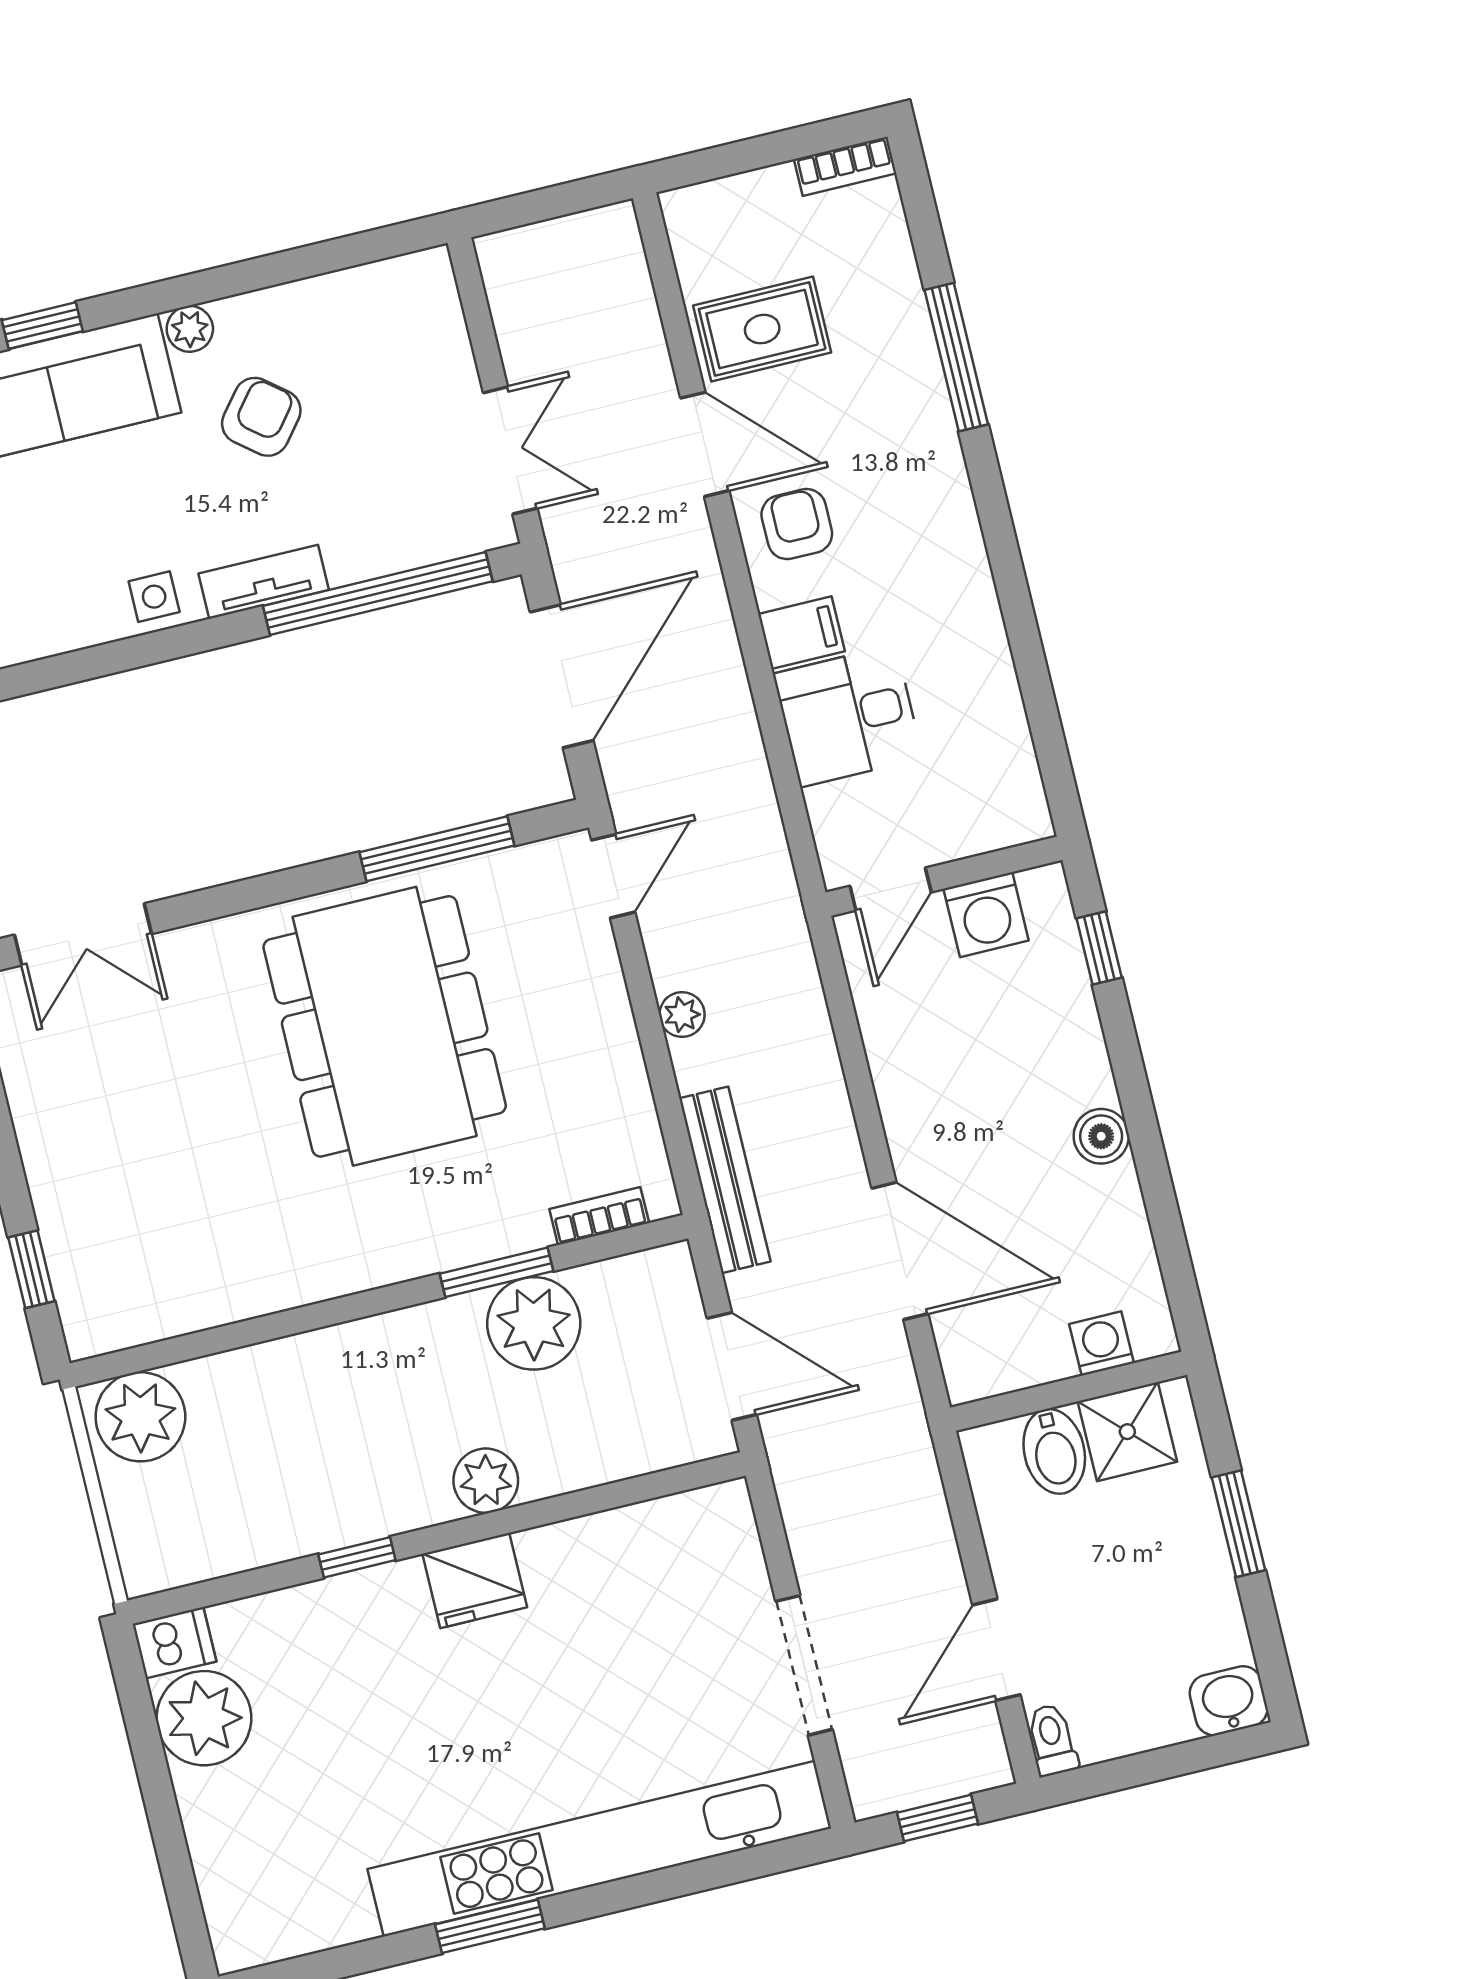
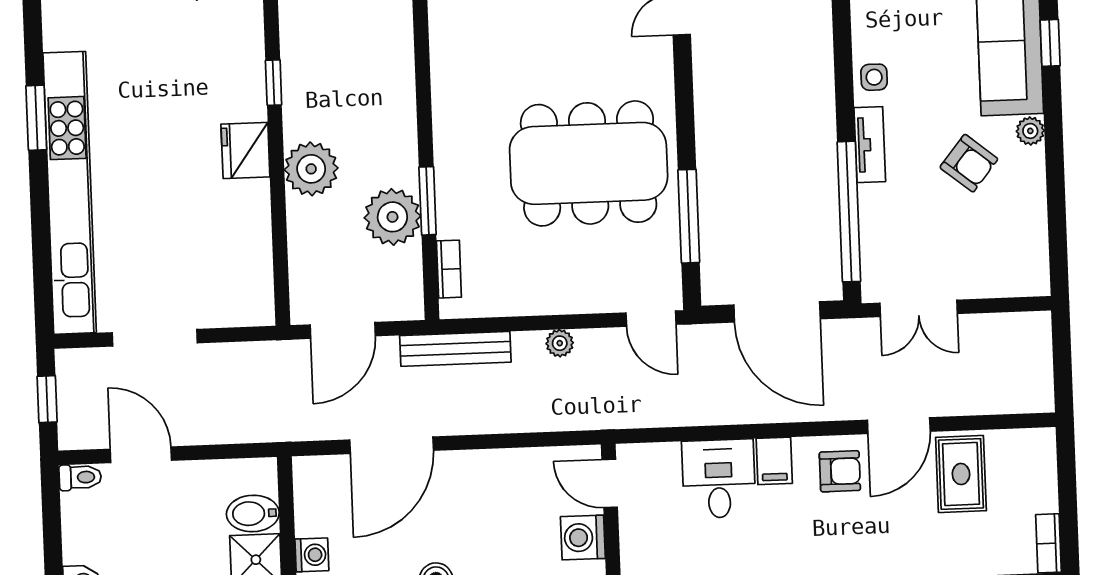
plant: (486, 1481) -> (311, 169), width x1.36, depth x1.36

